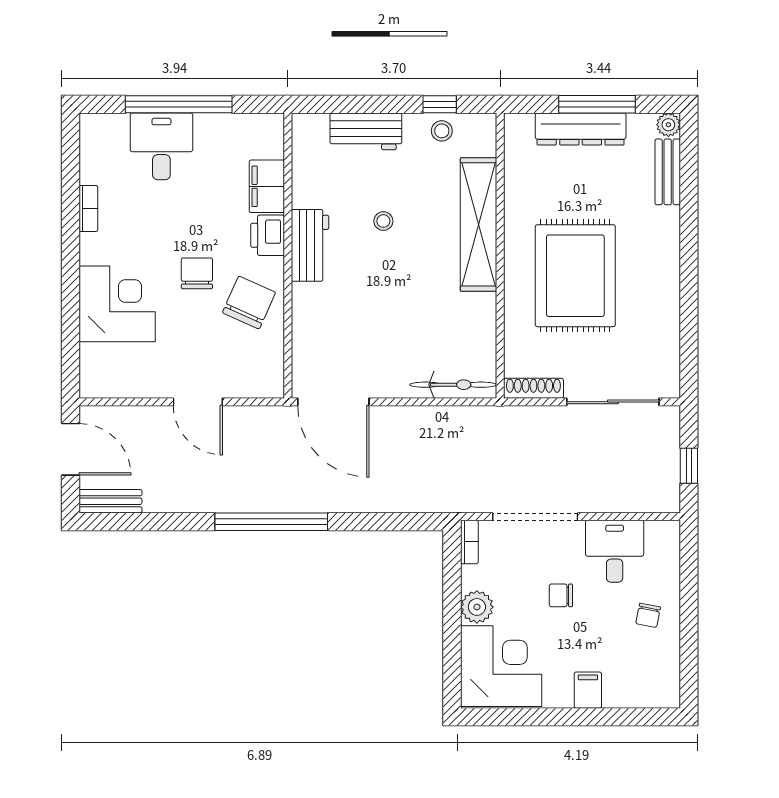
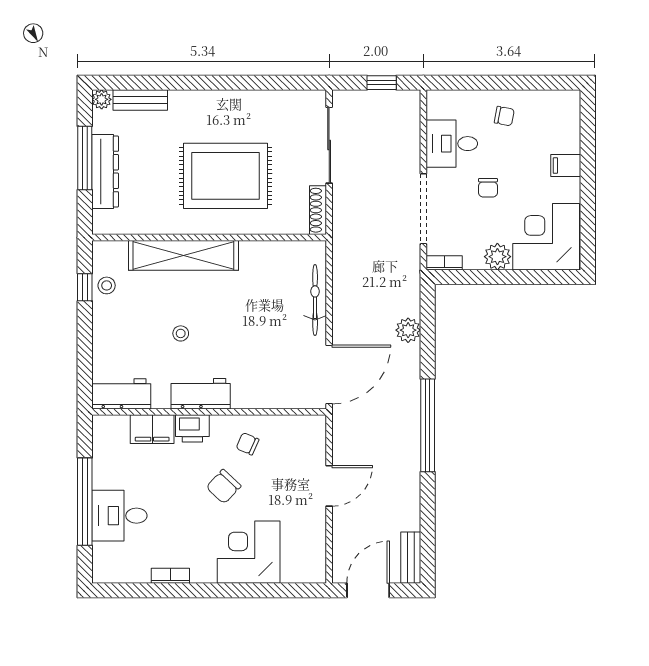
workbench: (366, 131) -> (121, 394), moved, turned -90
chair: (197, 273) -> (224, 487), turned -47
chair: (249, 302) -> (248, 444), width x0.54, depth x0.54
bicycle: (453, 385) -> (315, 300), moved
plant: (387, 498) -> (408, 330), added

